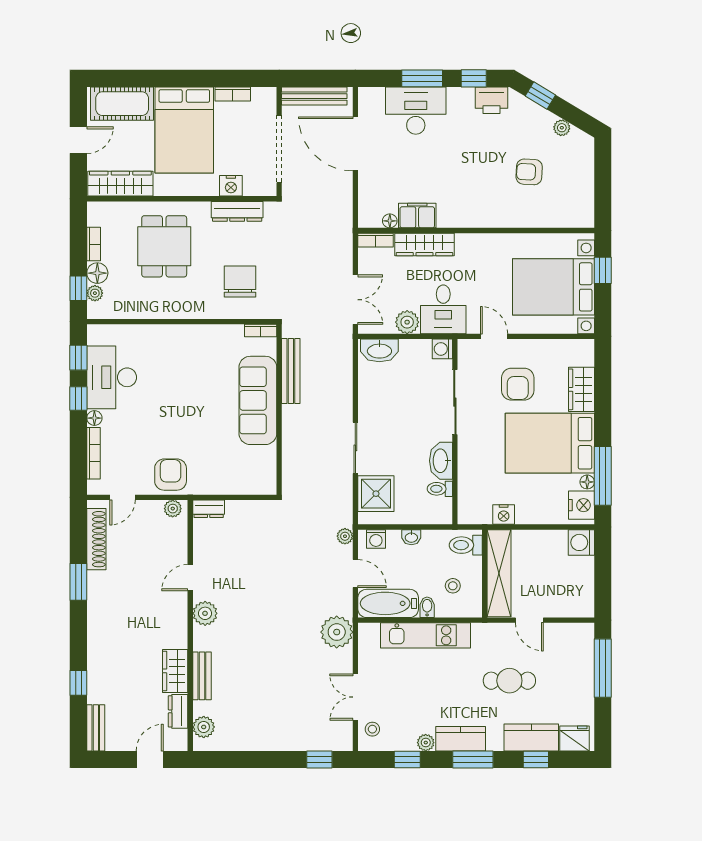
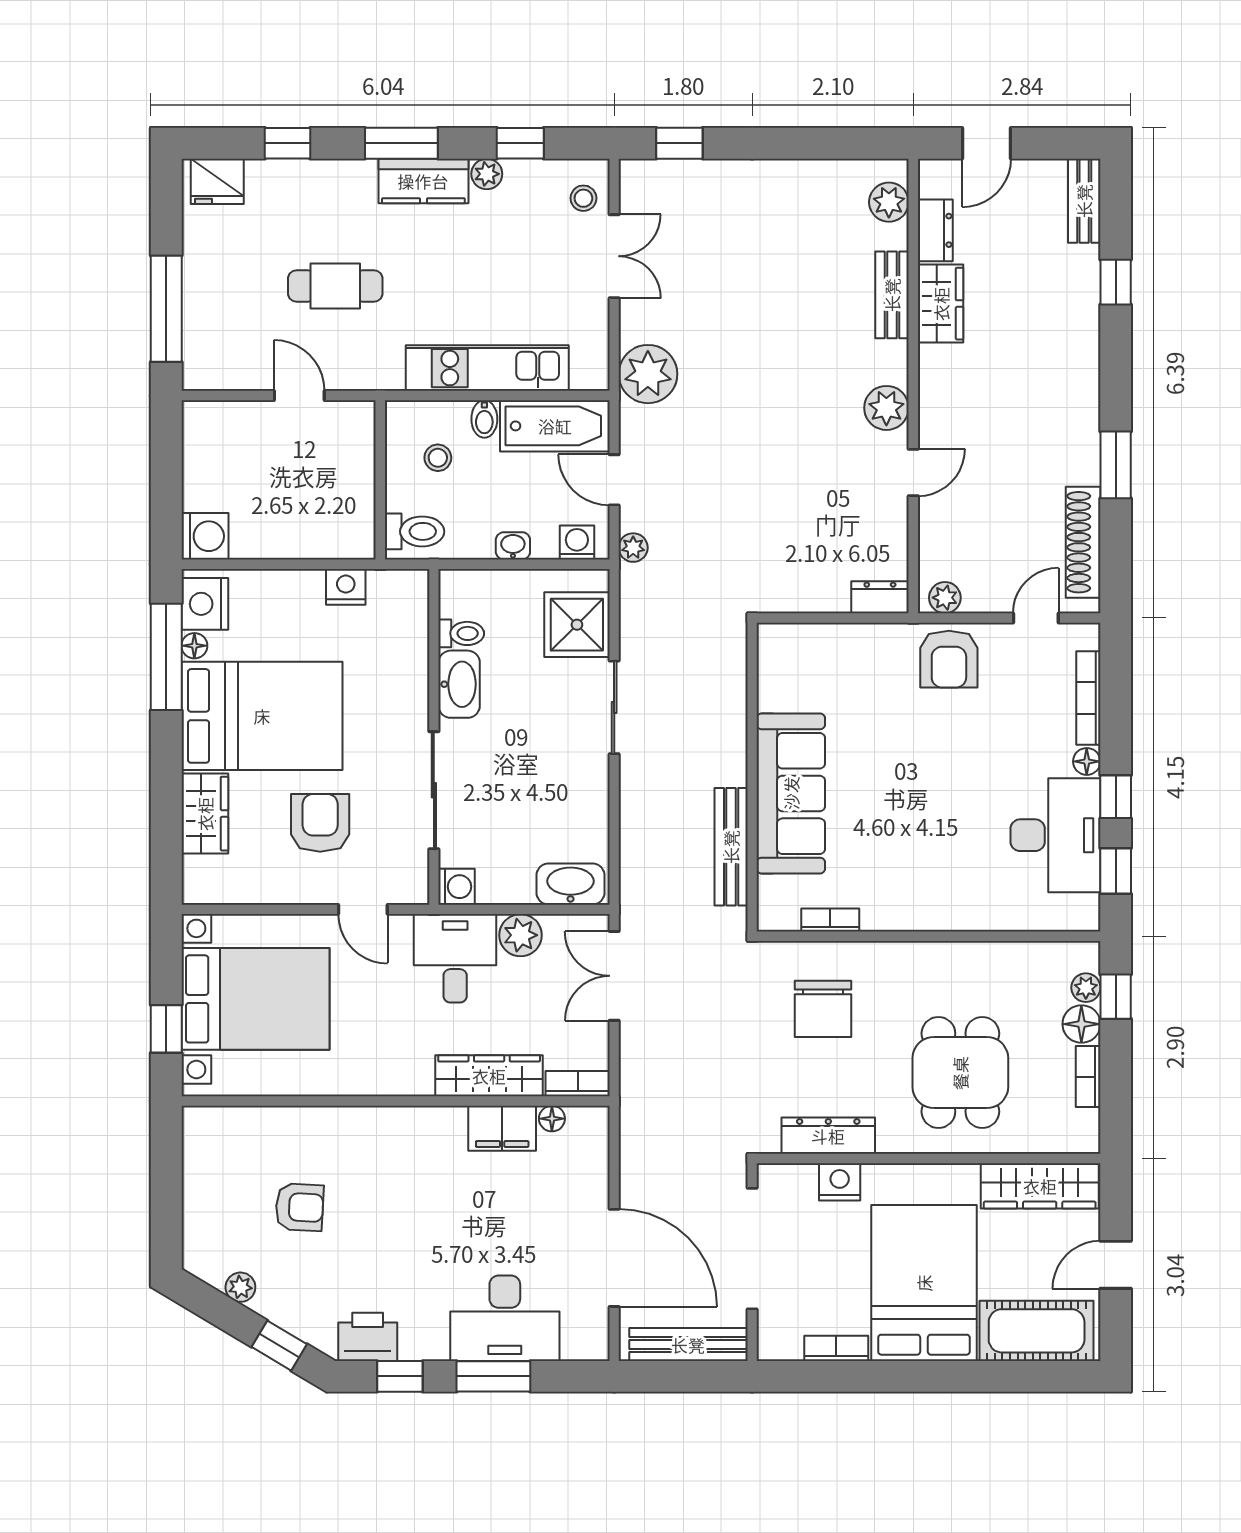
bookcase: (261, 331) -> (830, 920), moved
shelving: (499, 573) -> (354, 480), removed
kitchen counter: (531, 737) -> (296, 183), removed

